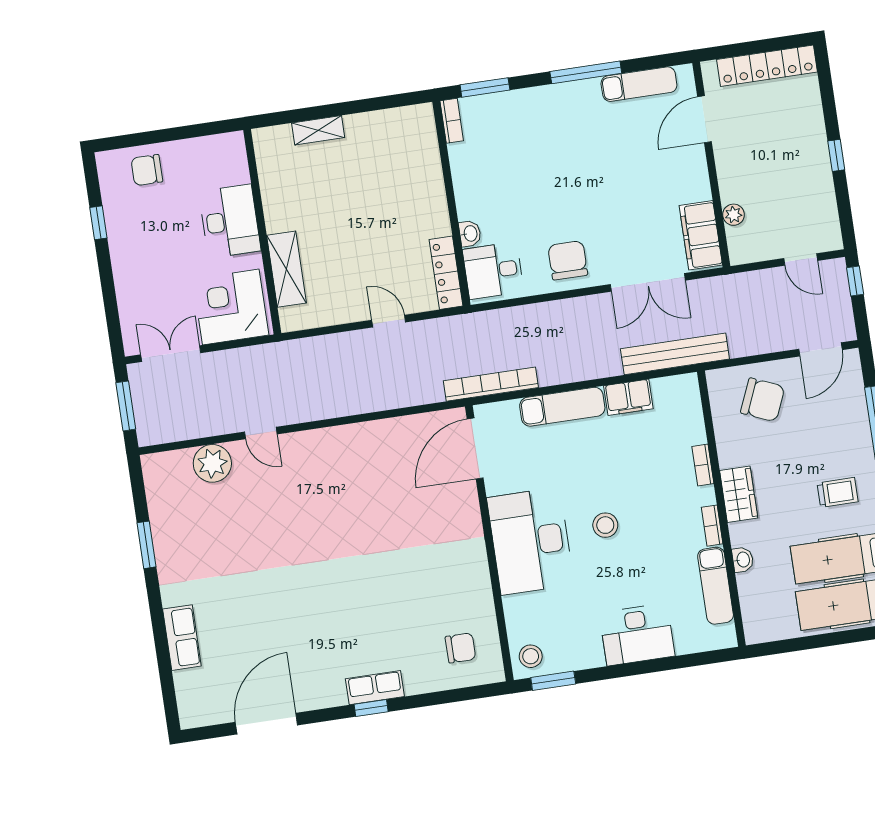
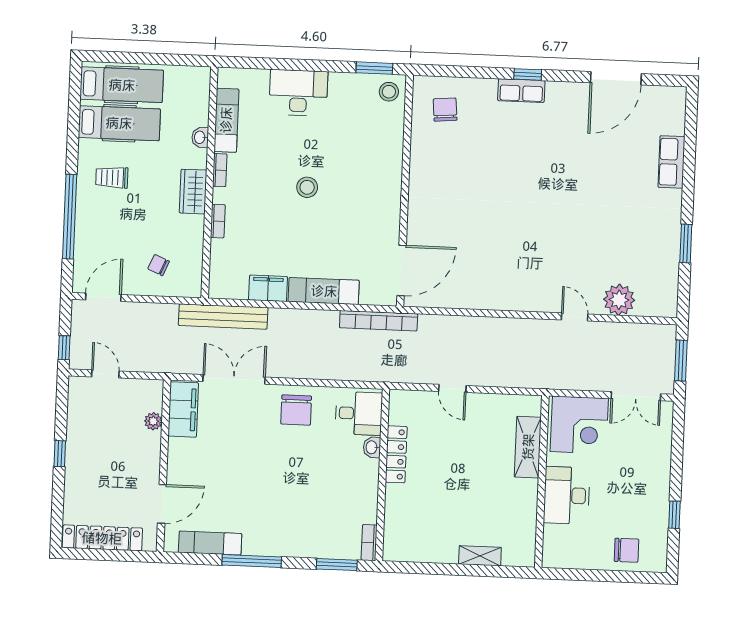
locker: (446, 273) -> (396, 454), moved
chair: (763, 400) -> (159, 265), width x0.54, depth x0.54
desk: (530, 541) -> (371, 186), removed
chair: (460, 648) -> (445, 110), turned 85

